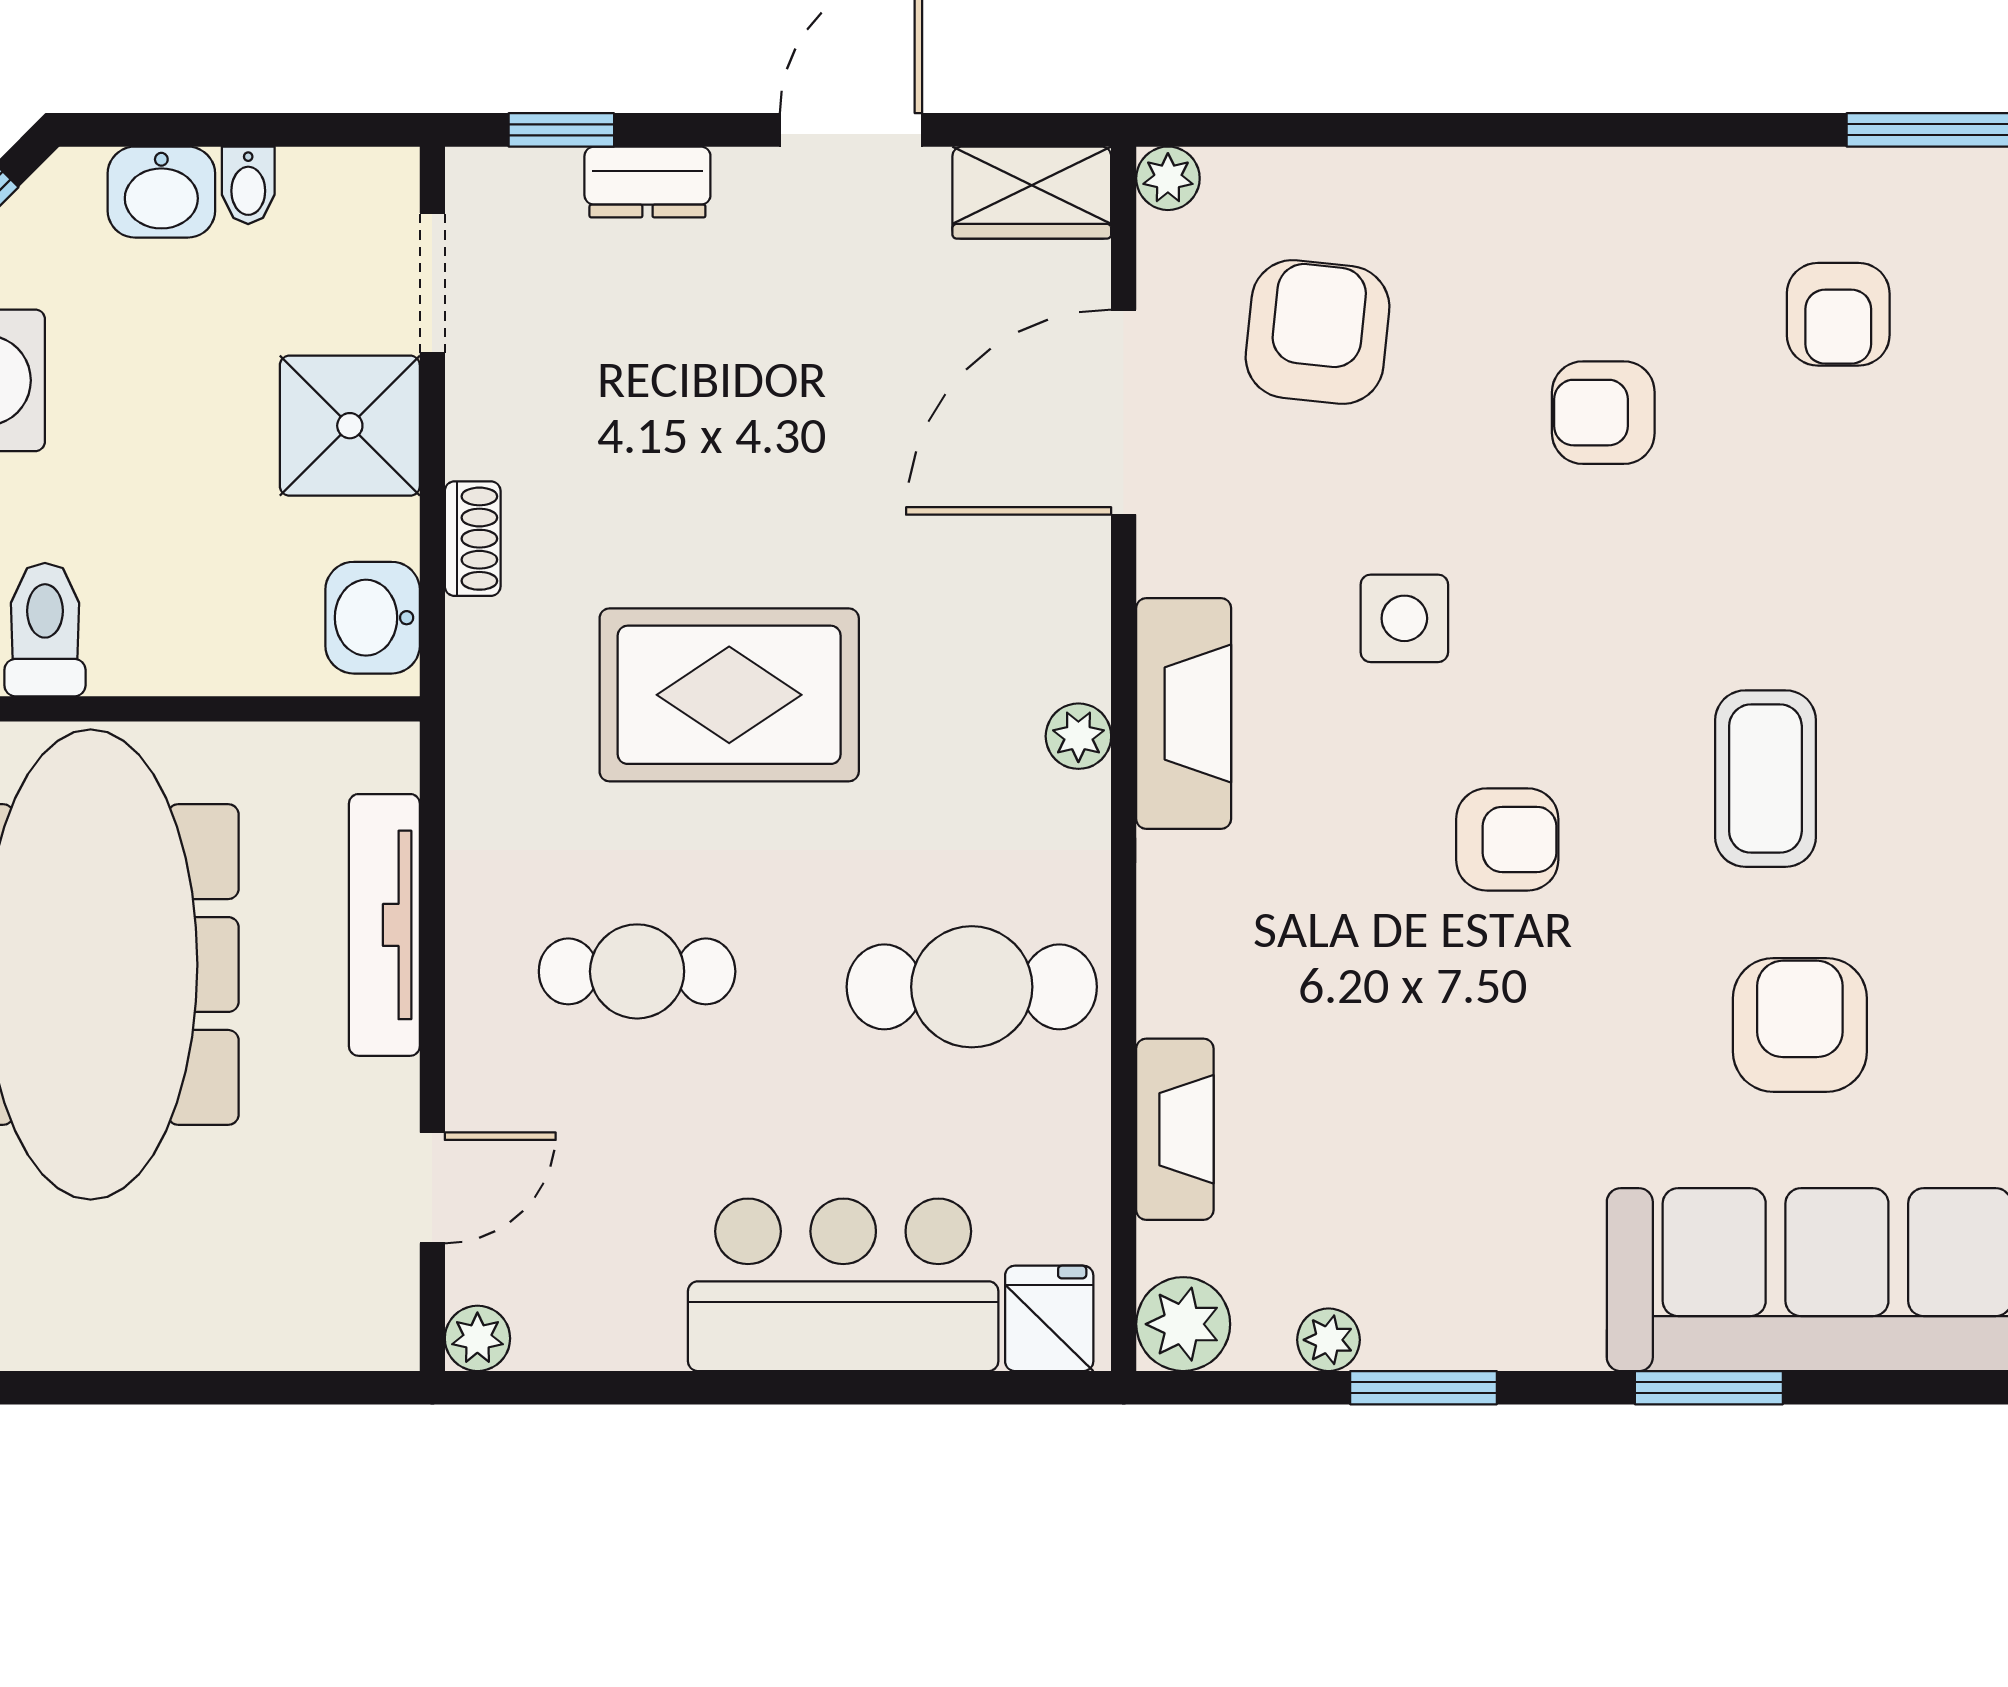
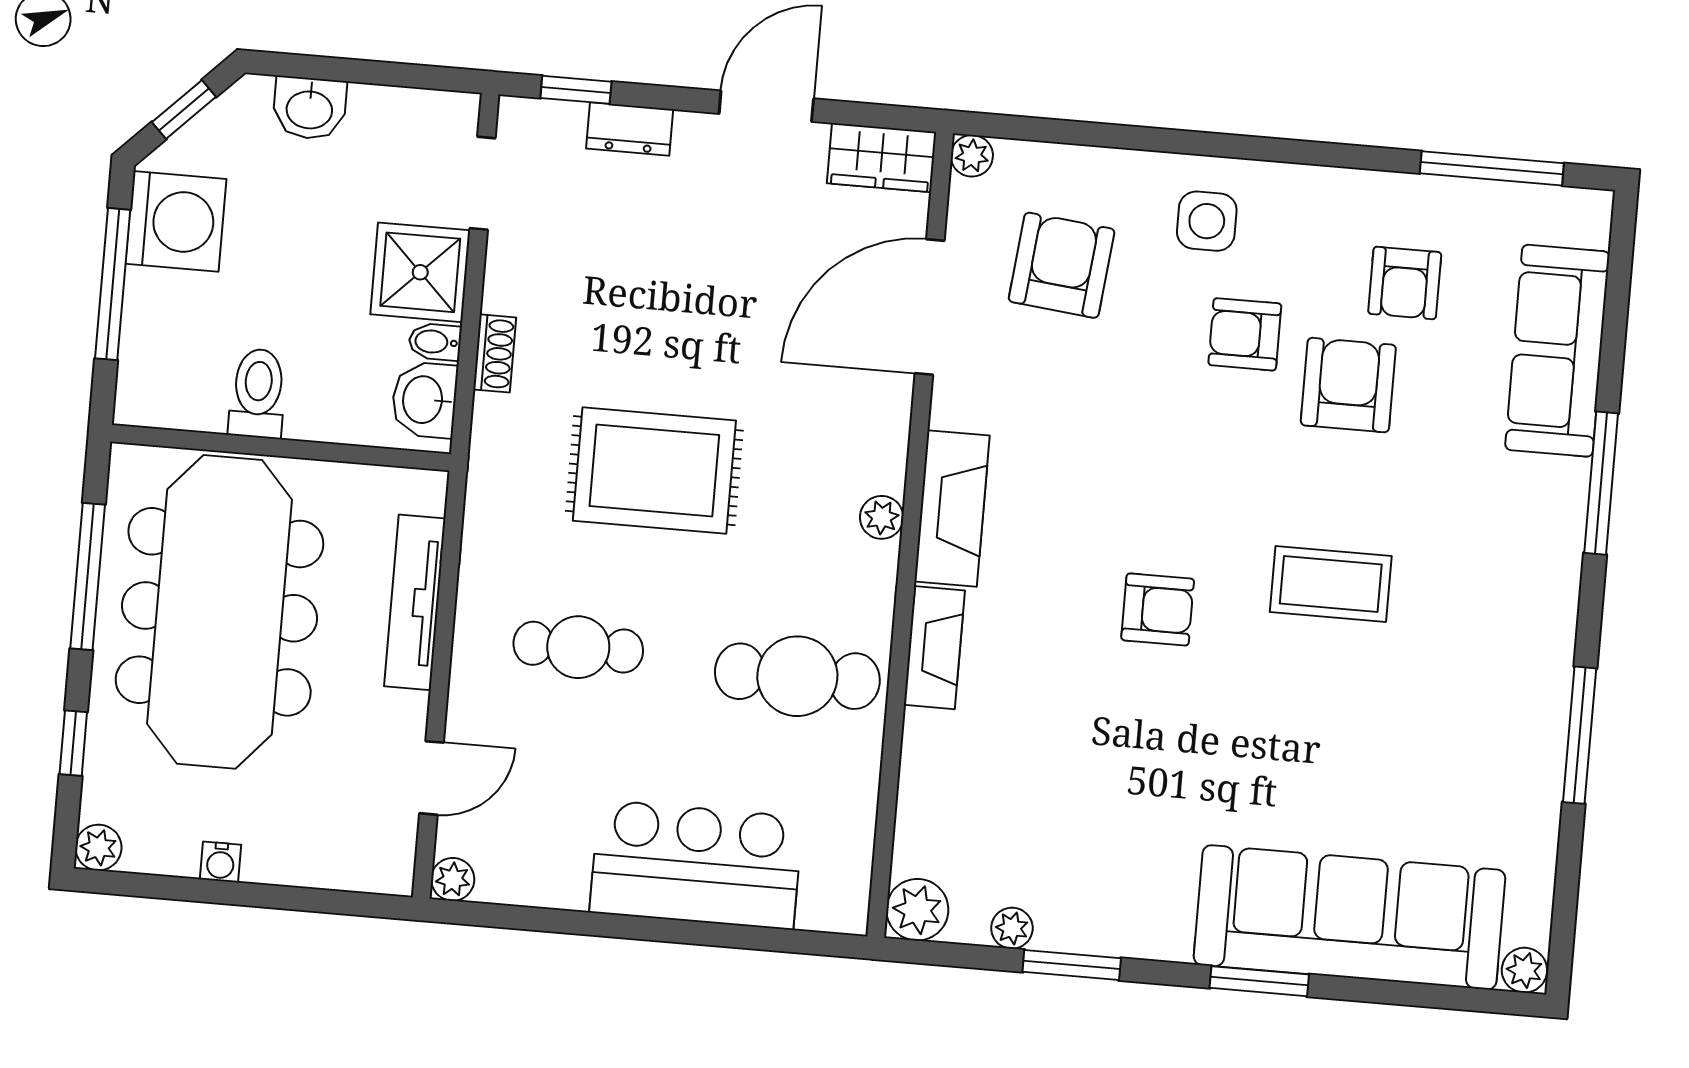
bidet: (248, 185) -> (435, 342), moved, turned 90
side table: (1404, 618) -> (1207, 221), moved
toilet: (45, 630) -> (258, 393), moved
coffee table: (1765, 779) -> (1331, 584), turned 90
armchair: (1800, 1025) -> (1348, 385), moved
fireplace: (1175, 1129) -> (934, 648), moved
fridge: (1049, 1318) -> (830, 898), removed
water cooler: (124, 1342) -> (220, 862), added

